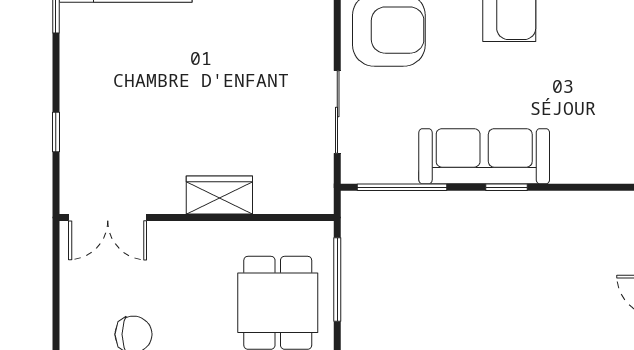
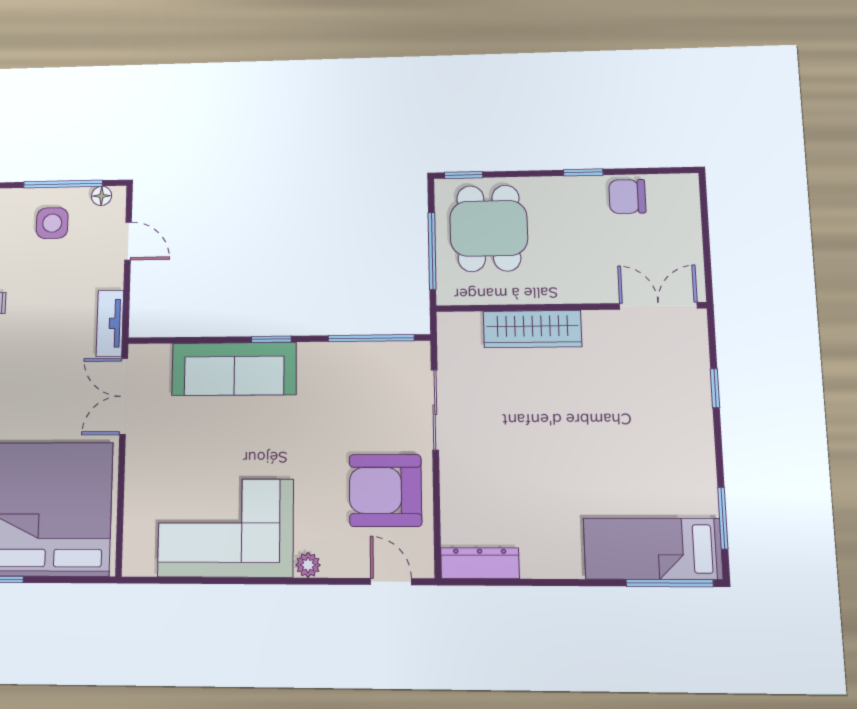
sofa: (484, 156) -> (234, 369), moved
wardrobe: (219, 195) -> (532, 329), width x1.50

